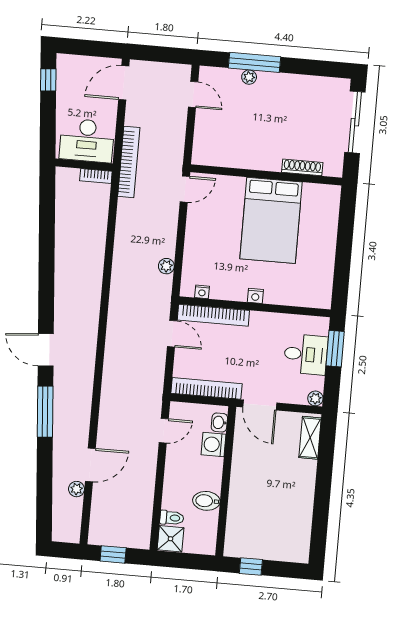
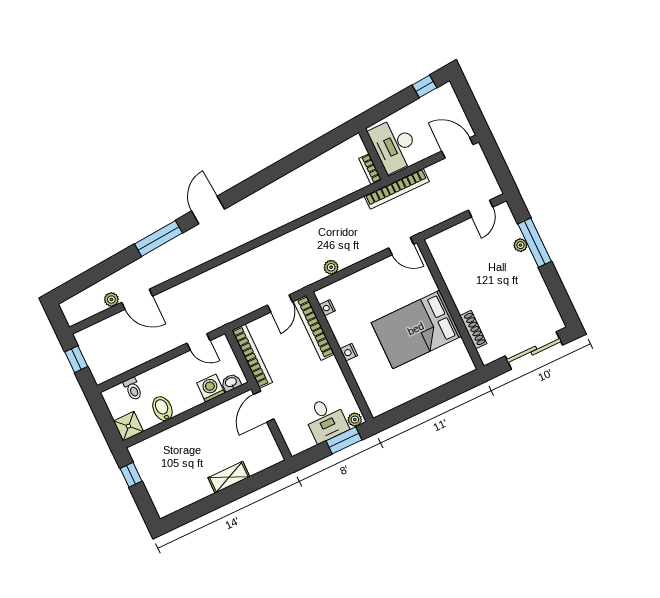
plant: (315, 398) -> (355, 420), moved
shelving: (310, 438) -> (229, 477), moved
shower: (171, 539) -> (128, 426), moved

